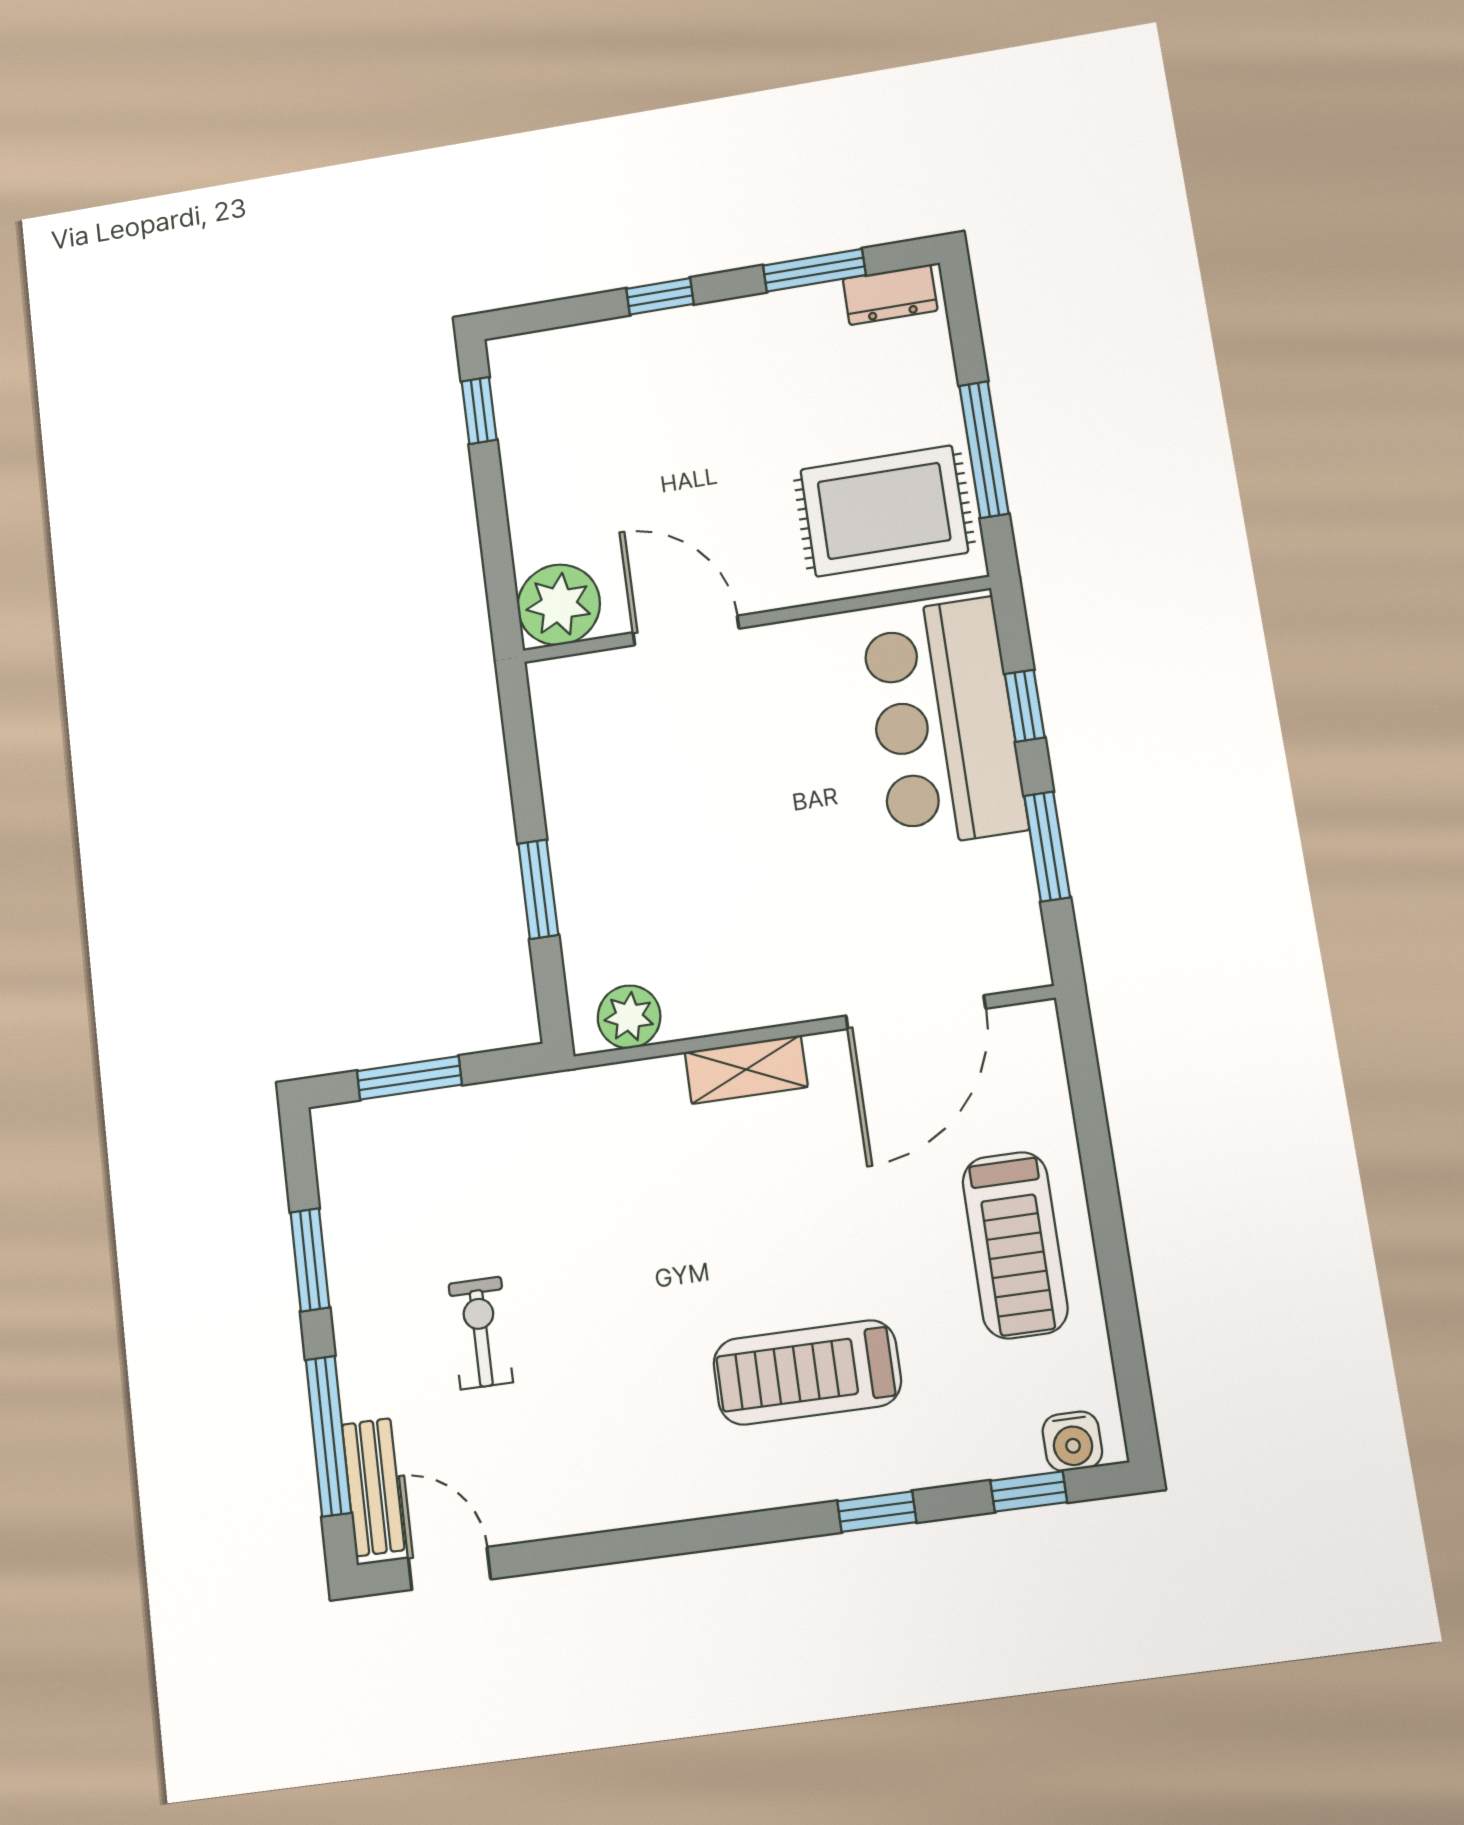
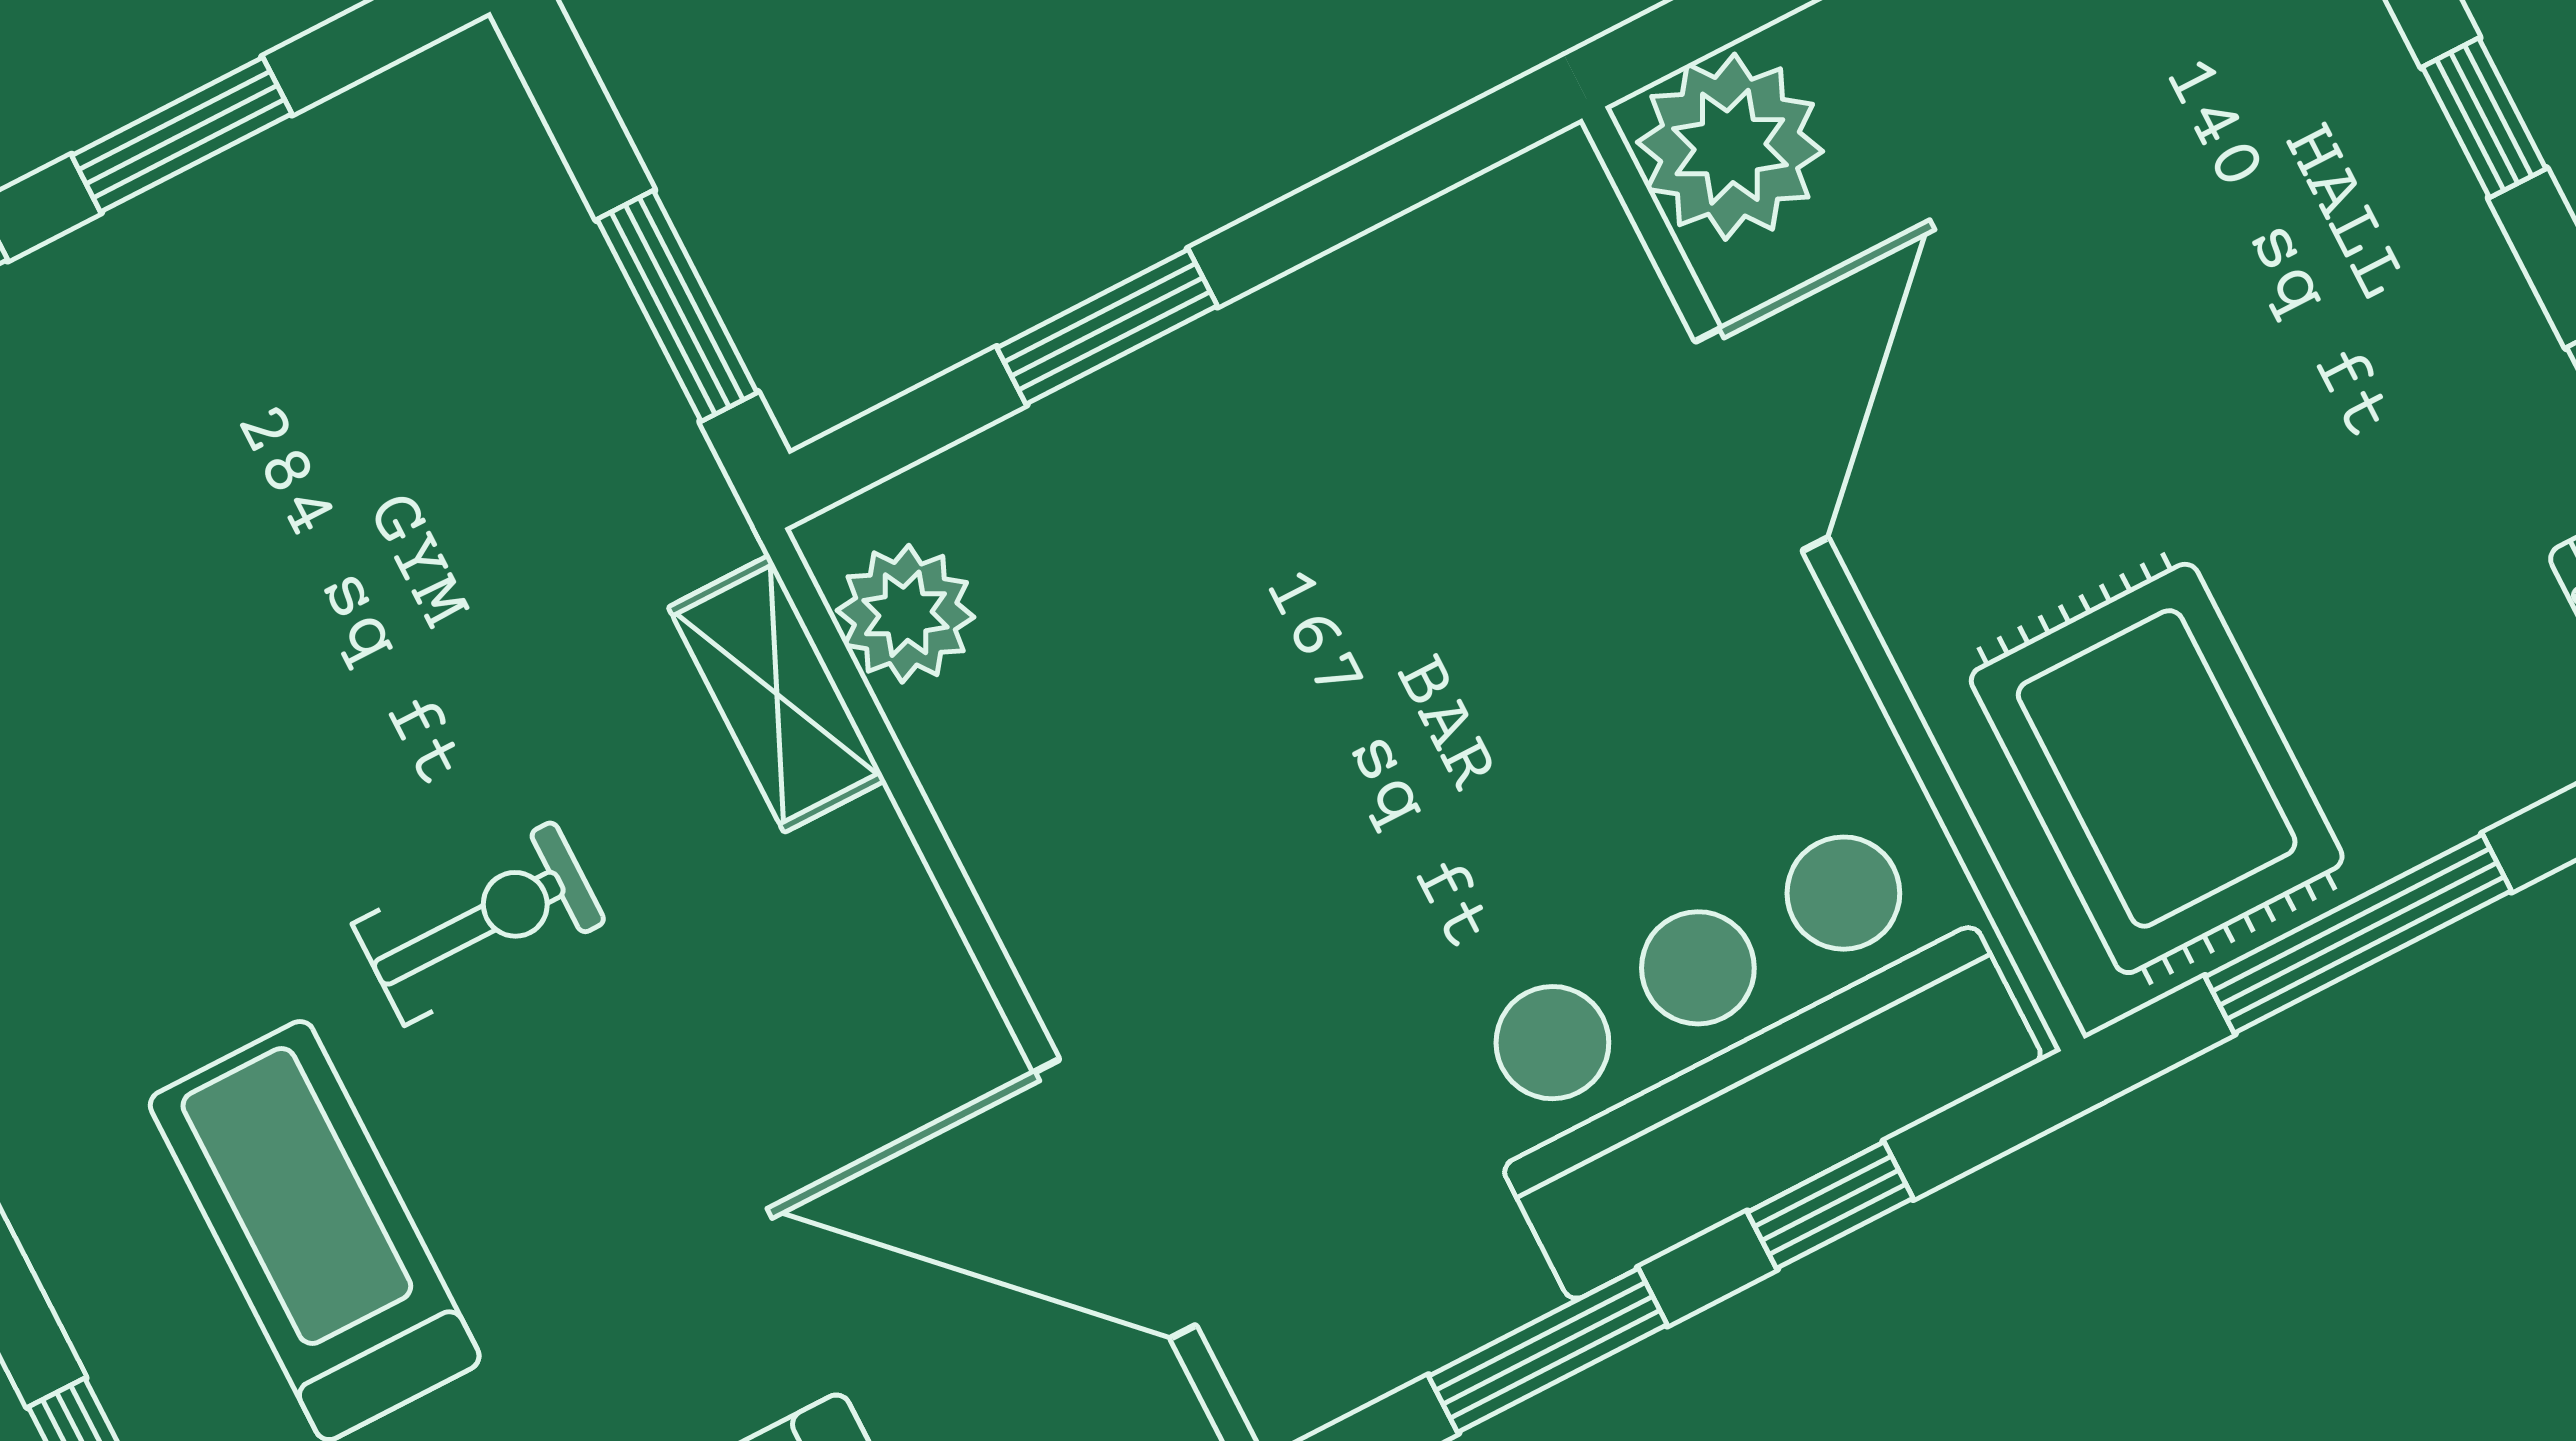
shelving: (746, 1069) -> (777, 694), moved
window: (409, 1078) -> (677, 306), moved
exercise bike: (481, 1333) -> (479, 923), moved

